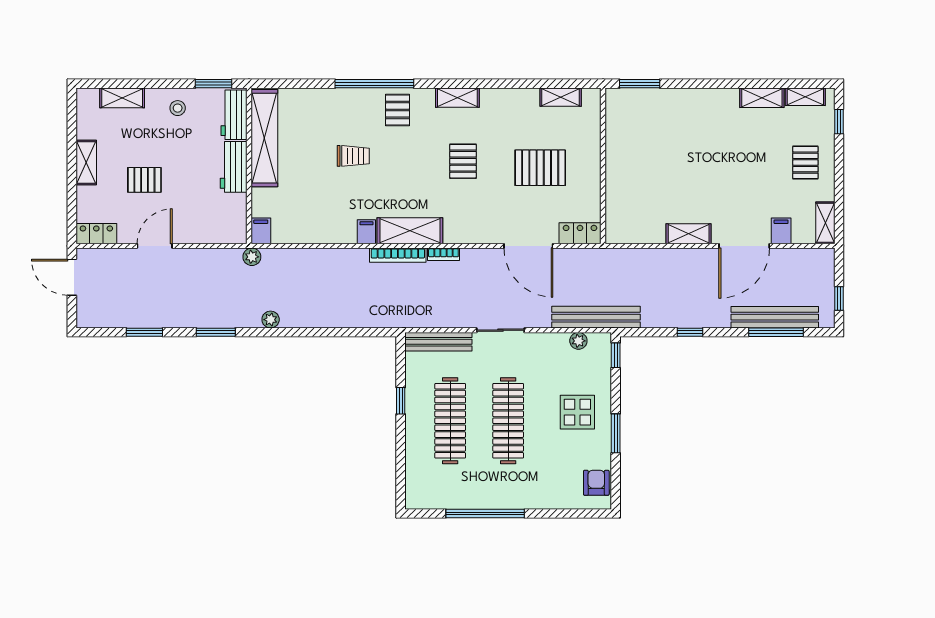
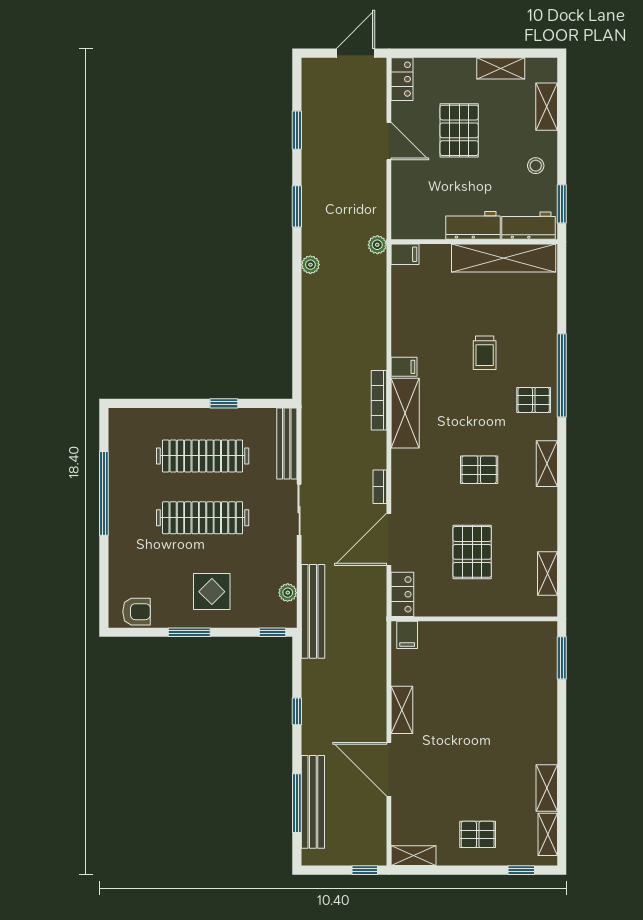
shelving: (86, 163) -> (501, 68), moved
pallet: (144, 180) -> (459, 130), width x1.50, depth x1.42
filing cabinet: (781, 231) -> (407, 635), moved, turned 90
bookcase: (443, 254) -> (380, 487), moved
window: (839, 298) -> (365, 870), moved

